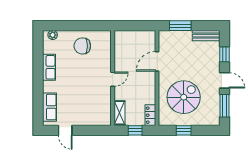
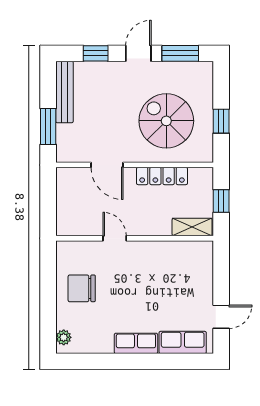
bench: (206, 36) -> (65, 92), width x1.36
chair: (82, 46) -> (82, 288), turned 90
row of seats: (49, 67) -> (136, 343), moved
door: (113, 79) -> (115, 238), moved
locker: (150, 115) -> (162, 176), moved, width x1.53

